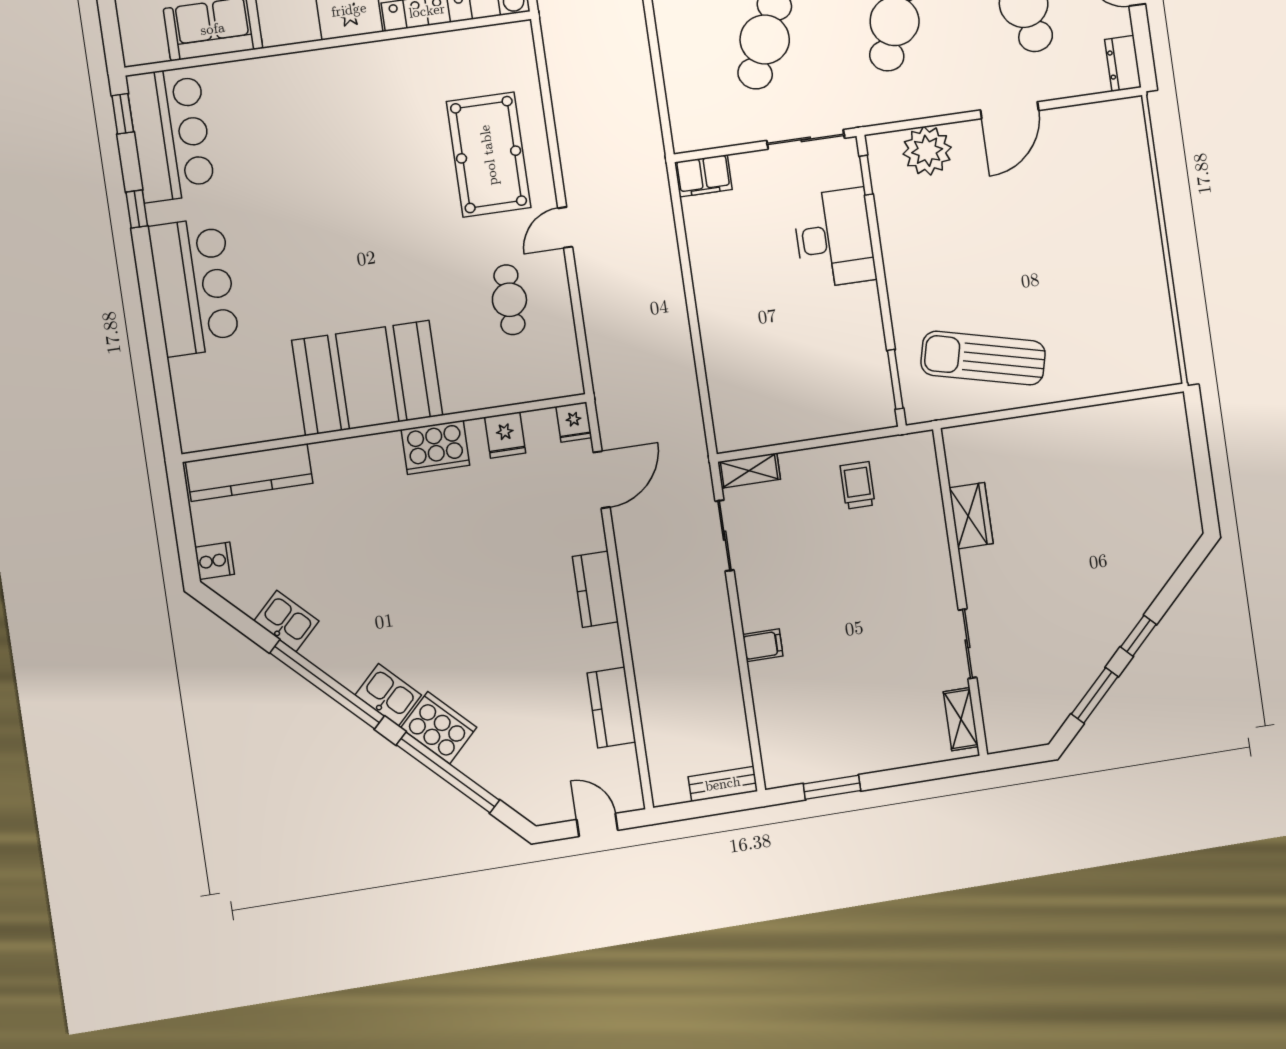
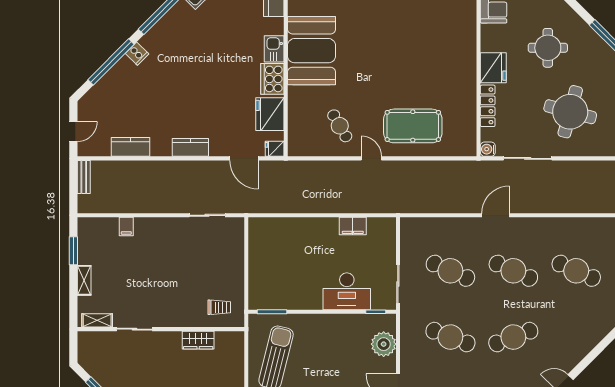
filing cabinet: (703, 176) -> (353, 226), moved, turned -90
cafe table: (509, 300) -> (340, 126), turned 60
fridge: (505, 435) -> (270, 114), width x1.88, depth x1.34
shelving: (749, 471) -> (84, 280), moved
trolley: (858, 485) -> (219, 307), moved
filing cabinet: (763, 645) -> (126, 226), moved
kitchen sink: (388, 695) -> (274, 49), moved, turned 135
cooker: (439, 728) -> (137, 54), width x0.53, depth x0.76
bench: (723, 784) -> (84, 177), moved

